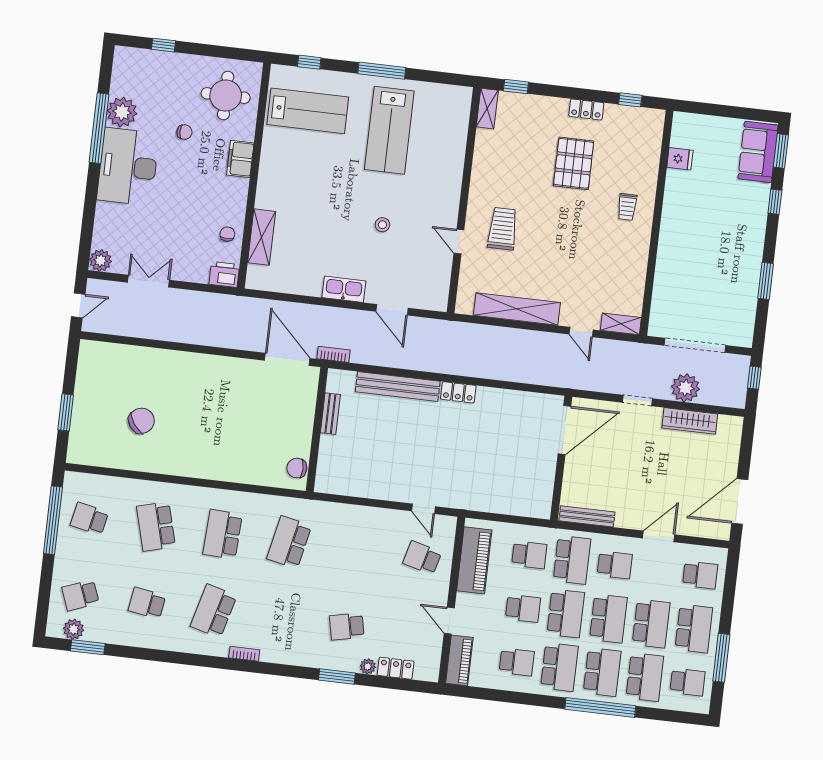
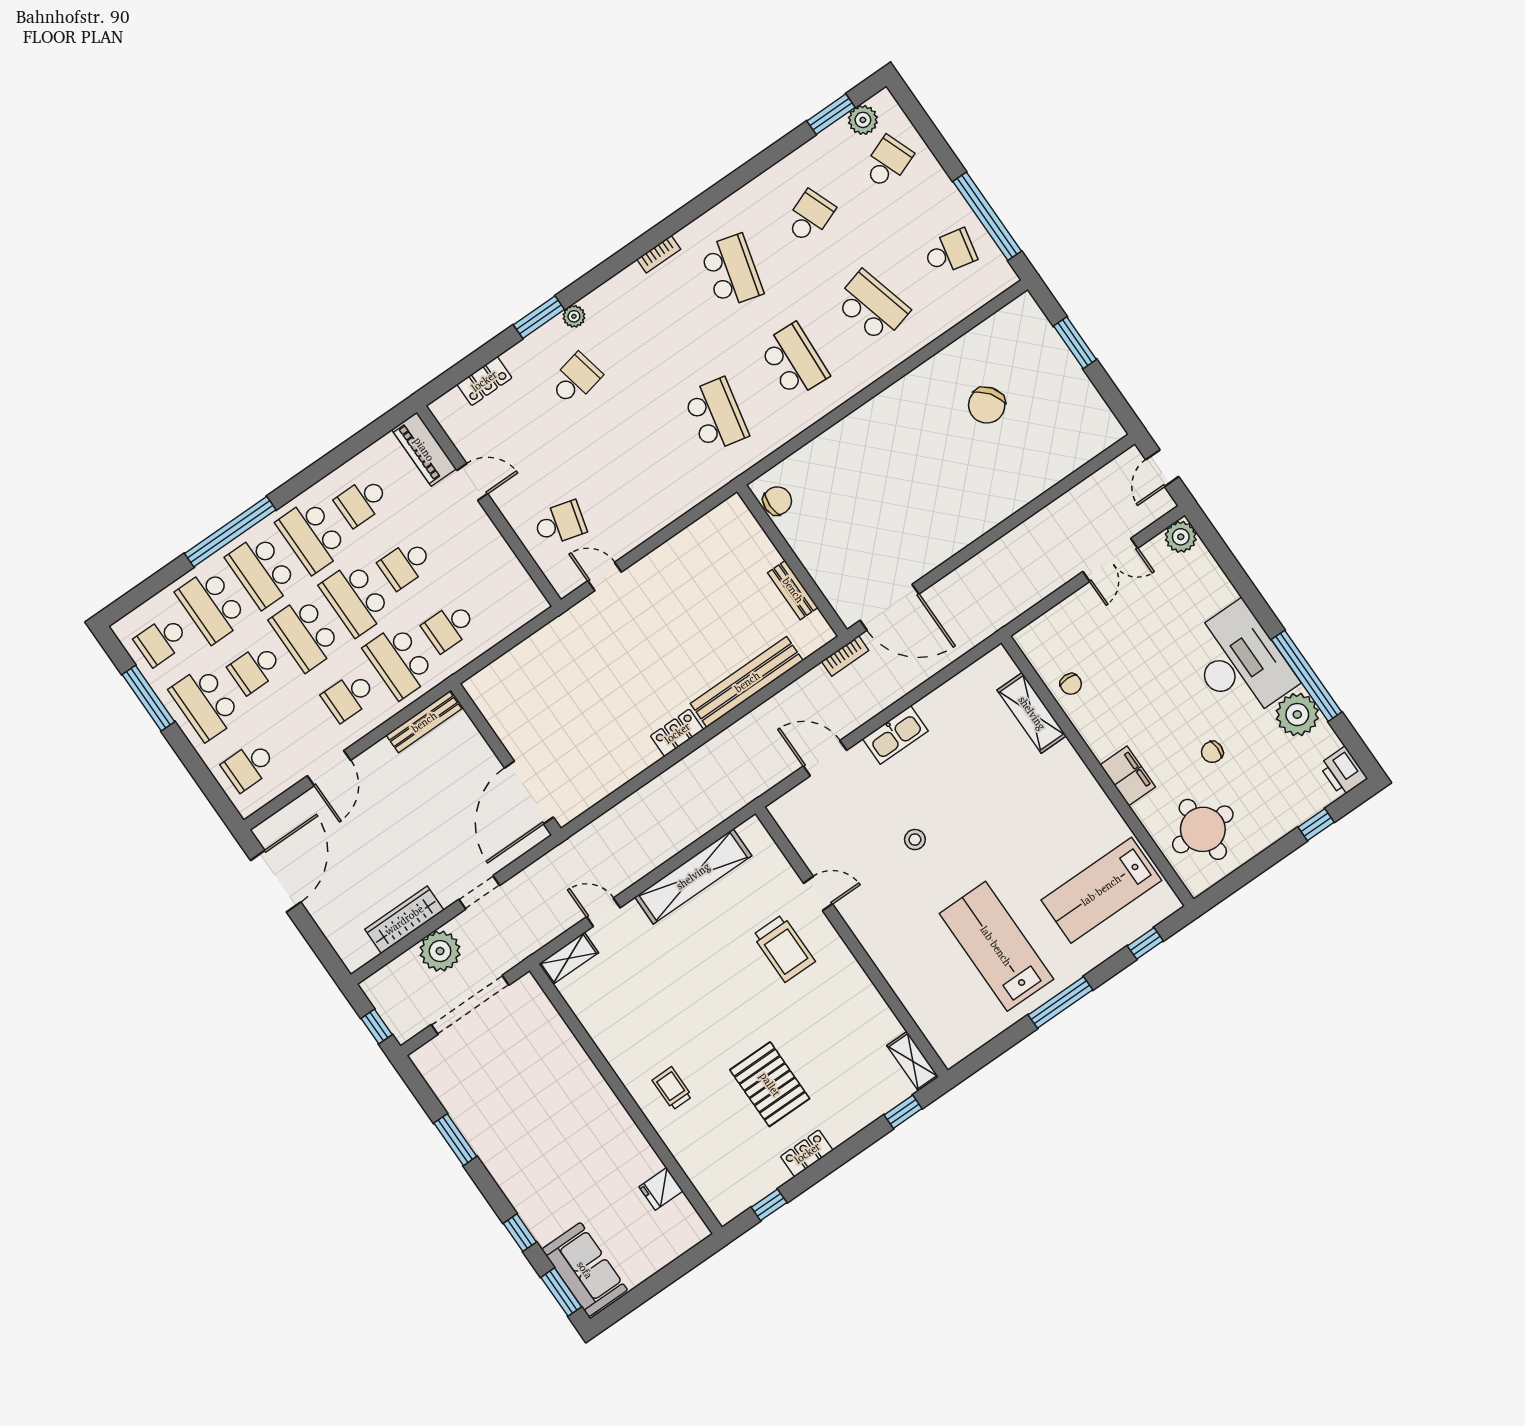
printer: (224, 274) -> (1343, 772), moved, turned 90
piano: (474, 560) -> (502, 569), removed
school desk: (147, 603) -> (810, 217), turned -30
school desk: (651, 623) -> (255, 669), width x0.54
plant: (368, 666) -> (574, 316), moved

